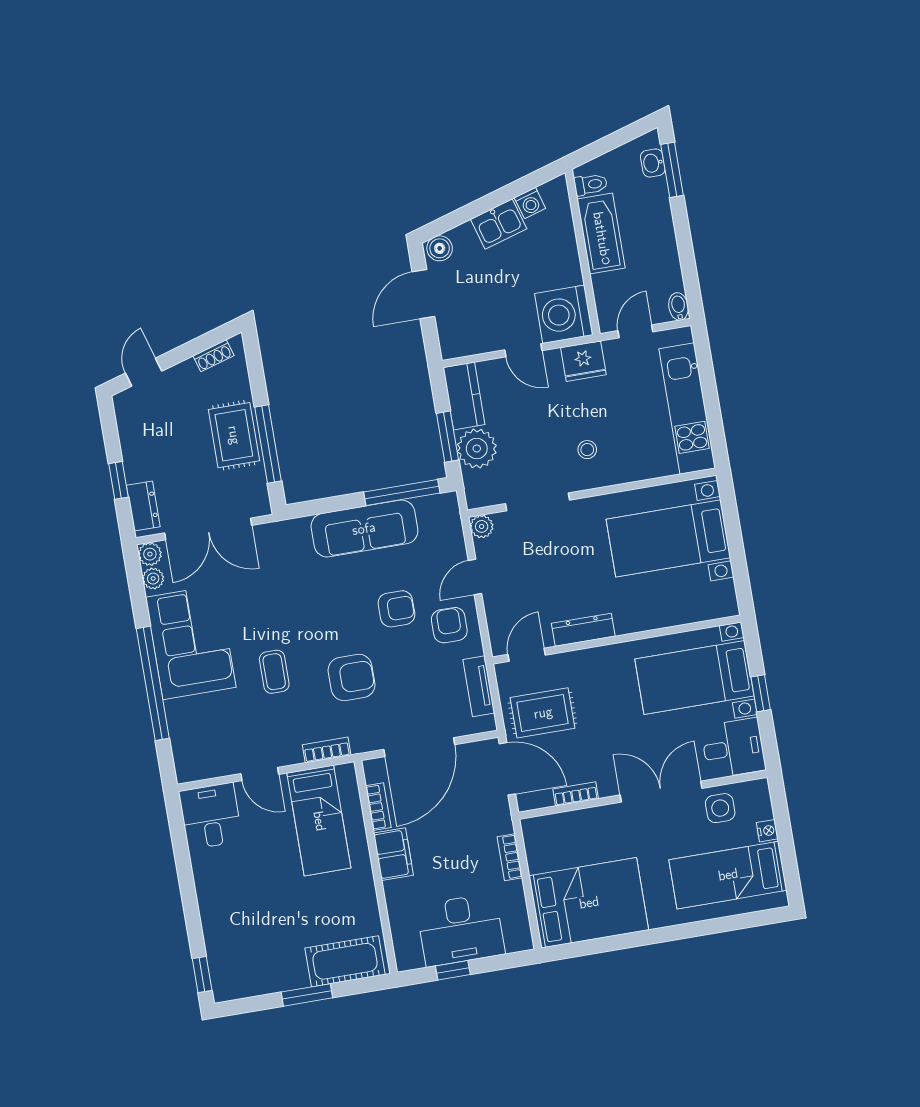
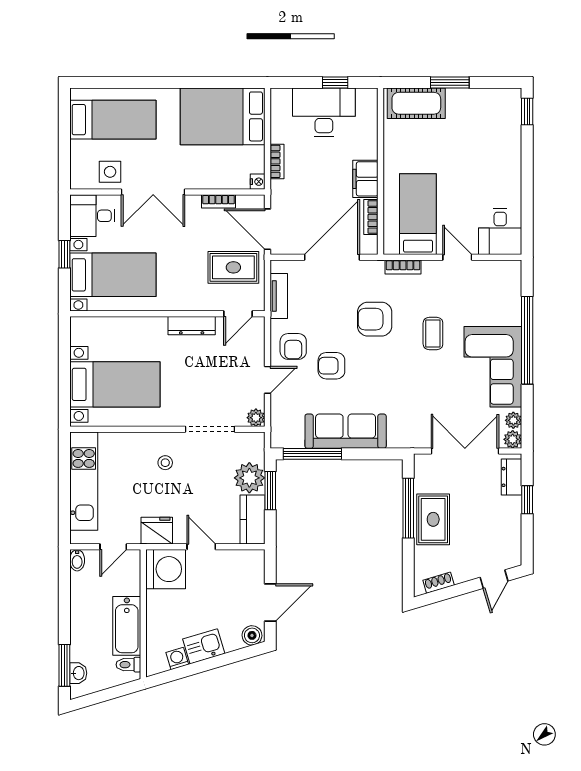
nightstand: (767, 831) -> (258, 182), moved, turned 180

